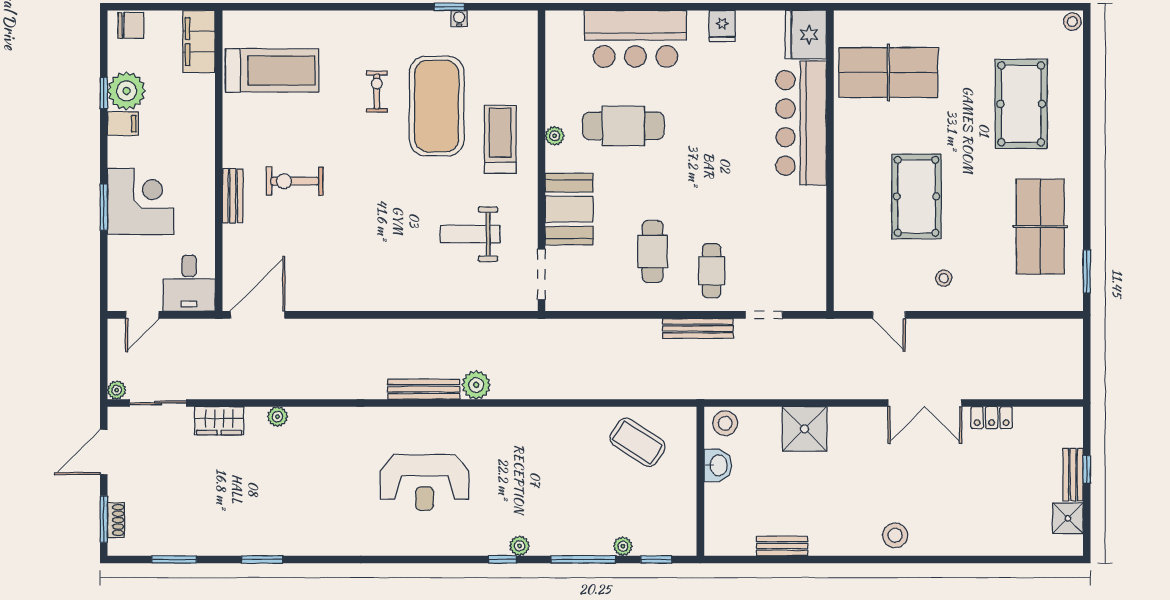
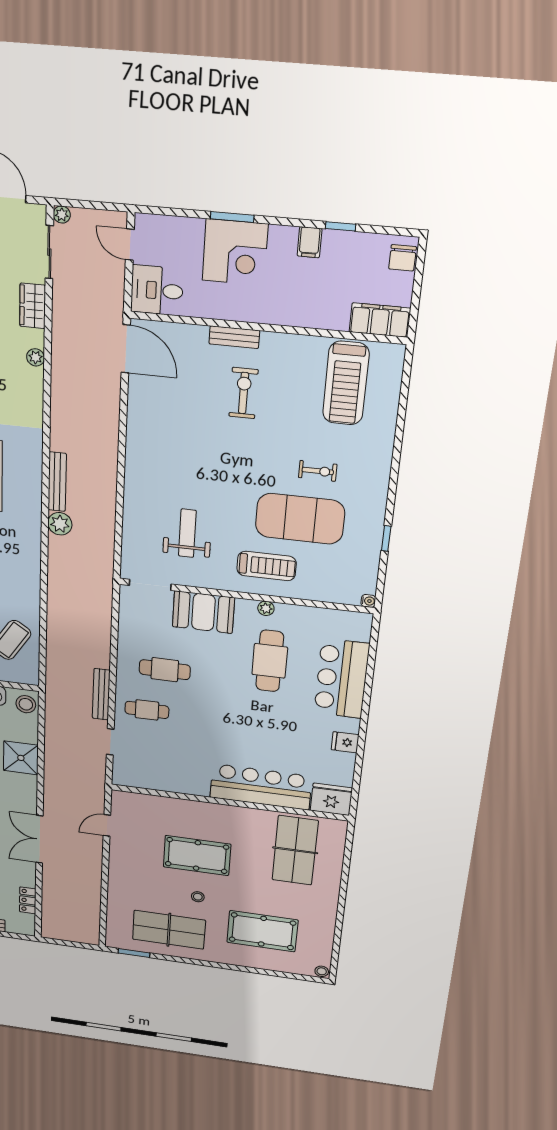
water cooler: (459, 18) -> (368, 601), moved
plant: (126, 91) -> (340, 248), removed
stool: (944, 278) -> (198, 897), moved
locker: (992, 418) -> (28, 900), moved

